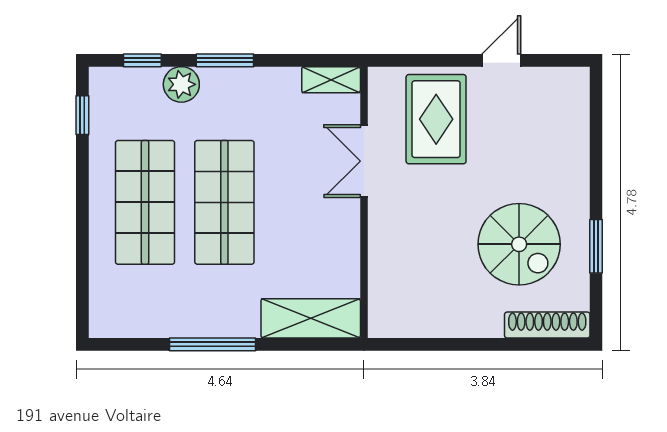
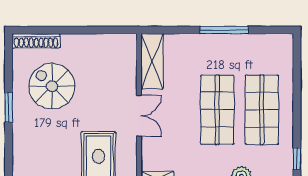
double door: (364, 161) -> (139, 116), moved
window: (596, 246) -> (9, 107), moved
shelving: (311, 318) -> (152, 61), moved, turned 90

